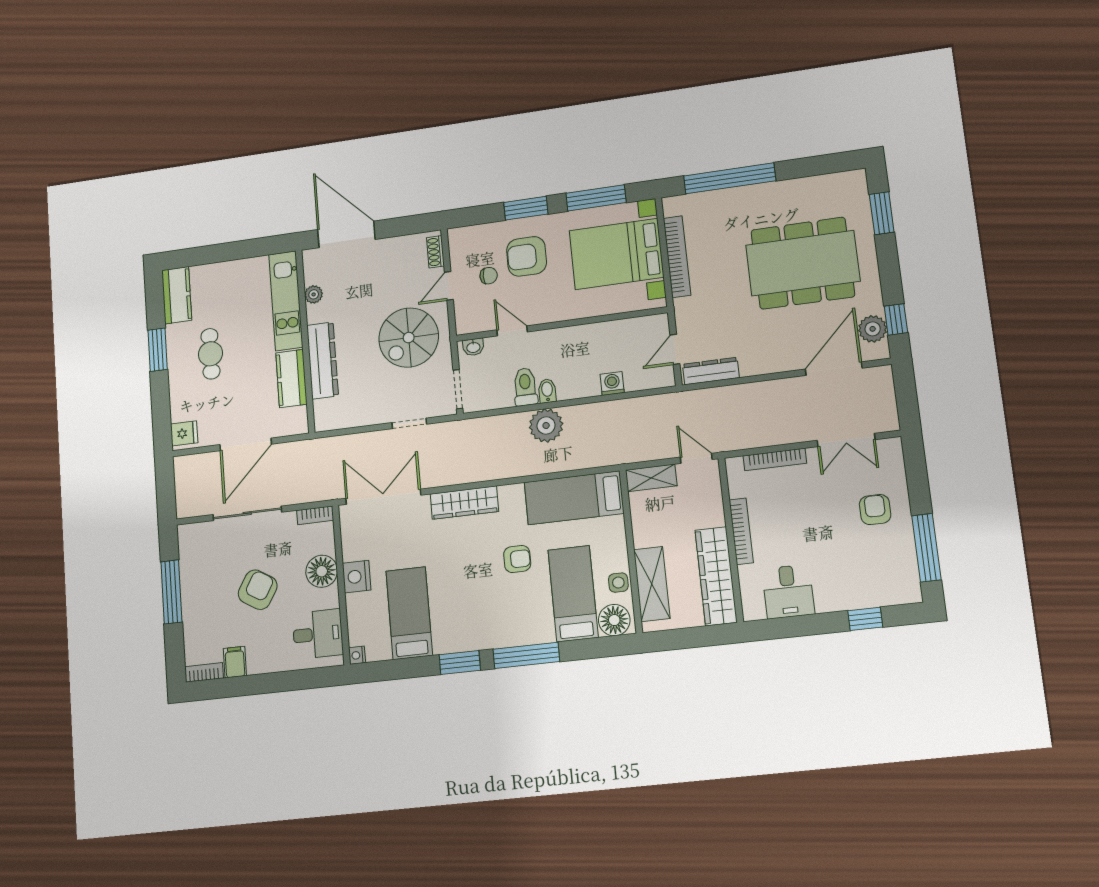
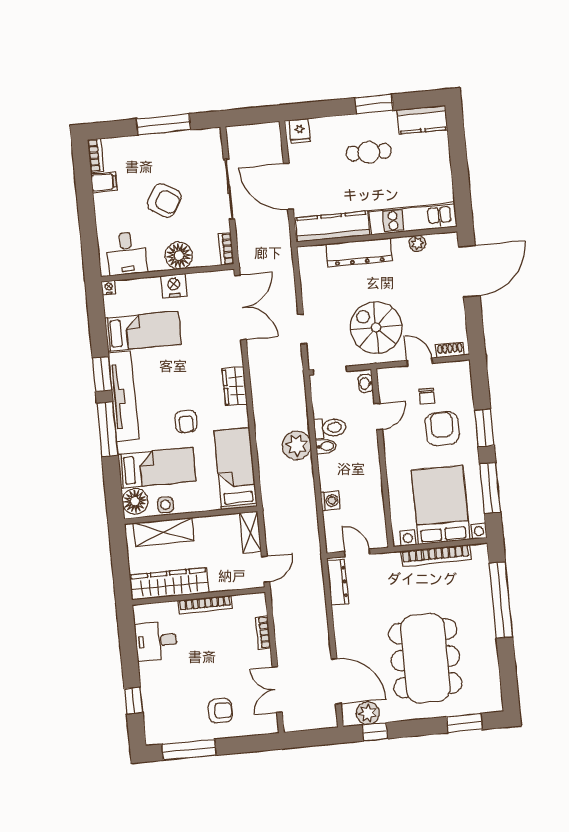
kitchen counter: (291, 379) -> (332, 226), width x1.50
bookcase: (775, 459) -> (263, 632), width x0.64
wardrobe: (464, 503) -> (235, 386), width x0.67
tv unit: (486, 636) -> (124, 396), added

